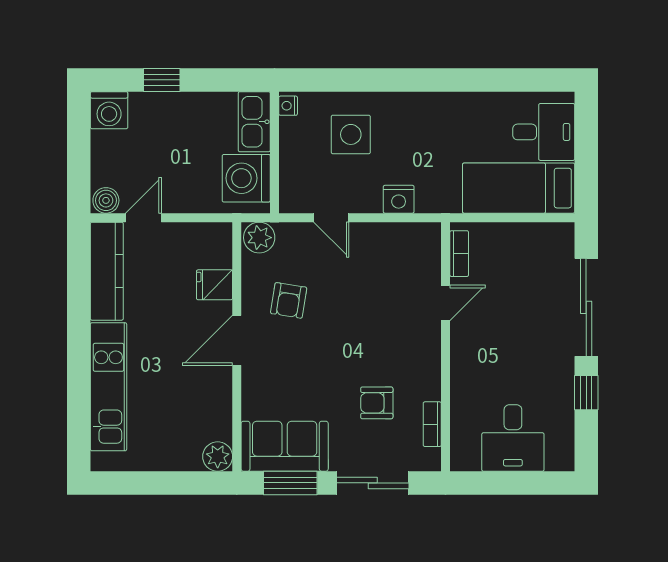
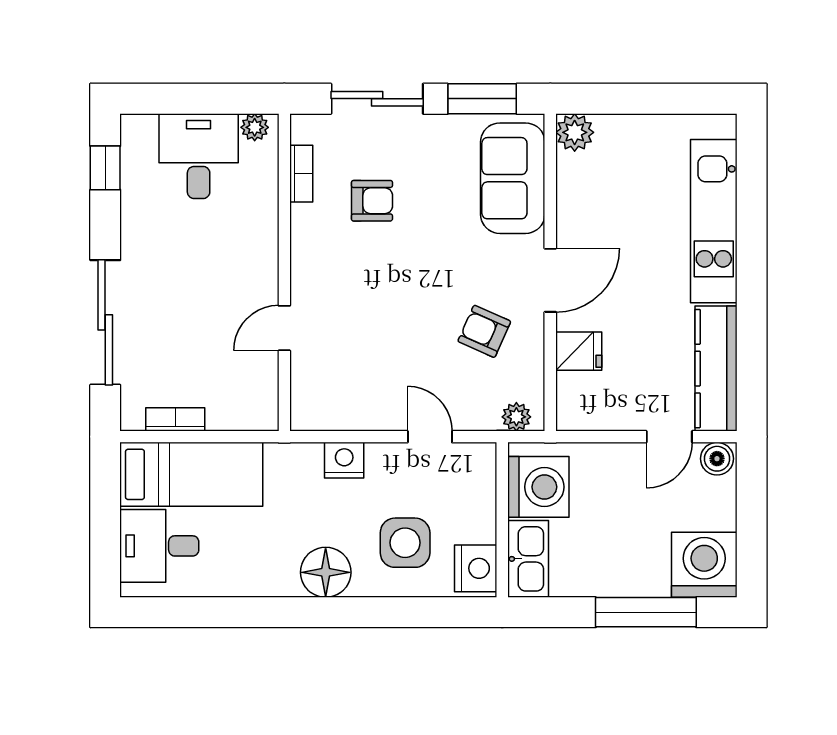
window: (162, 80) -> (646, 612), width x2.17
nightstand: (288, 106) -> (476, 568), width x1.89, depth x1.79
washing machine: (109, 110) -> (704, 565), width x1.37, depth x1.37
floor lamp: (413, 111) -> (326, 572), added
plant: (259, 238) -> (516, 417), width x0.73, depth x0.73
bookcase: (459, 254) -> (175, 419), moved, turned 90
armchair: (289, 300) -> (484, 331), turned -75
window: (586, 393) -> (105, 168), moved
sofa: (285, 446) -> (513, 178), moved, turned 90
plant: (469, 461) -> (255, 127), added

